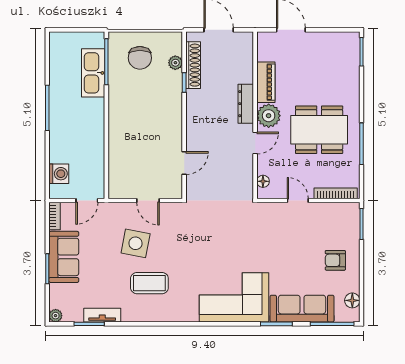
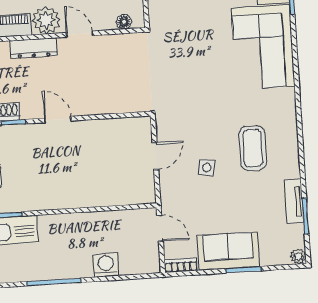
door: (184, 163) -> (58, 120), moved
washing machine: (59, 174) -> (106, 265), moved
side table: (136, 243) -> (207, 168), width x0.54, depth x0.54

